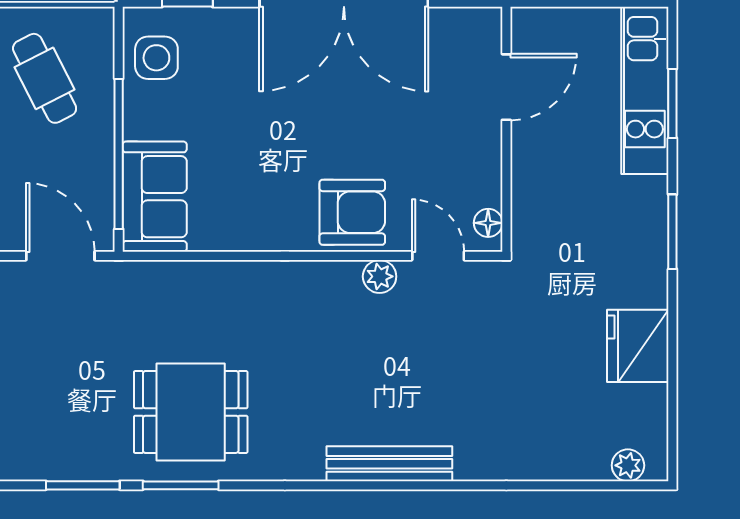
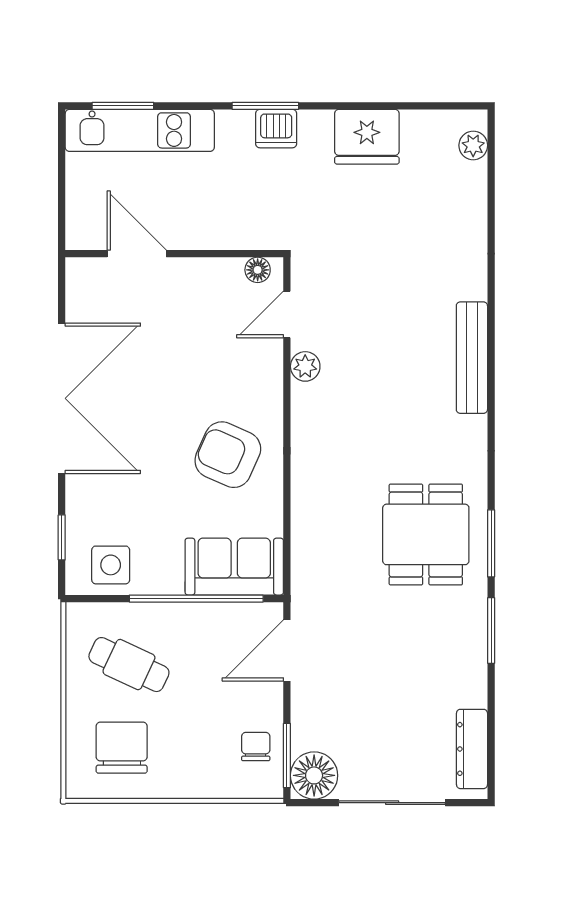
cafe table: (45, 78) -> (129, 665), turned 52
window: (672, 103) -> (123, 106), moved
armchair: (352, 212) -> (228, 455), moved, turned -66
dishwasher: (647, 244) -> (276, 129), added

